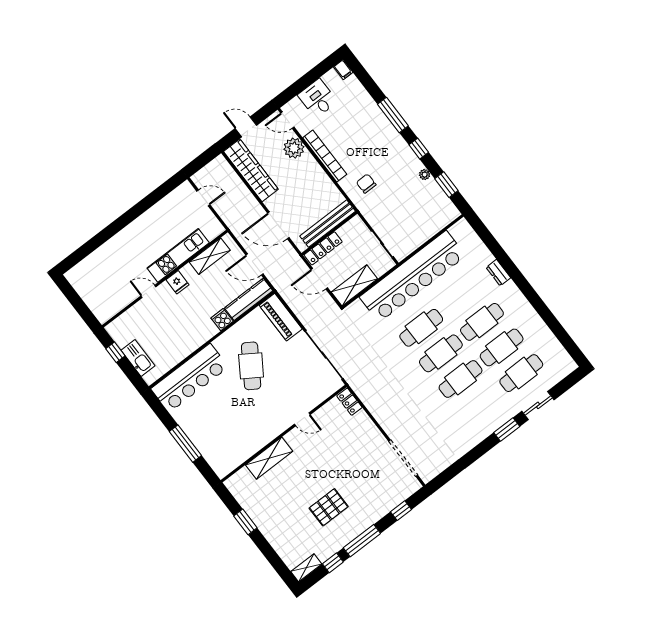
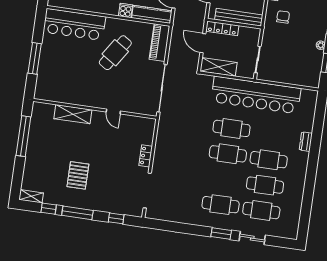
cafe table: (461, 379) -> (221, 205), moved
locker: (349, 402) -> (146, 156), moved
pallet: (329, 507) -> (78, 175), turned 90
window: (245, 522) -> (23, 136), width x2.11

